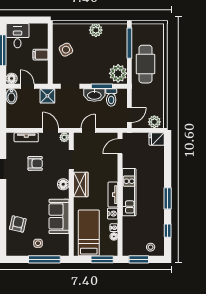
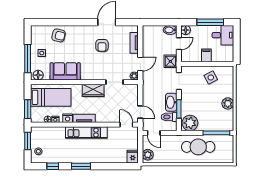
door: (88, 130) -> (140, 112), moved
armchair: (35, 163) -> (102, 45), moved
floor lamp: (63, 184) -> (38, 75), moved

